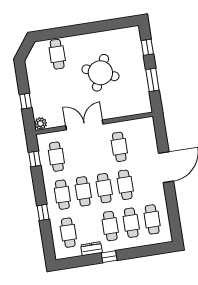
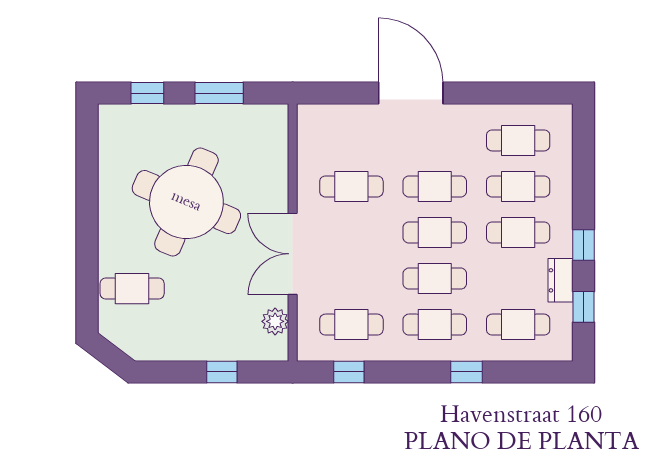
round table: (100, 73) -> (186, 202), width x1.36, depth x1.36
plant: (40, 124) -> (275, 321), moved
window: (81, 261) -> (583, 307), added

